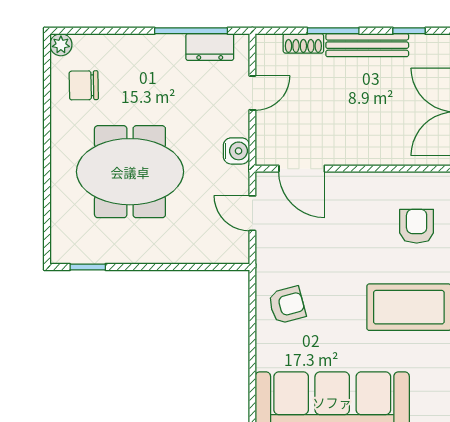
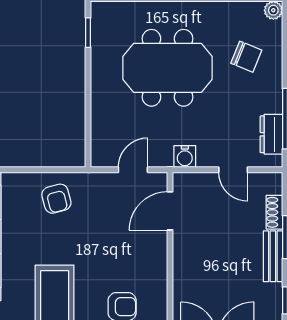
bench: (367, 45) -> (273, 256), width x0.73
chair: (84, 85) -> (246, 57), moved, turned 113
meeting table: (130, 172) -> (168, 68), turned 90

